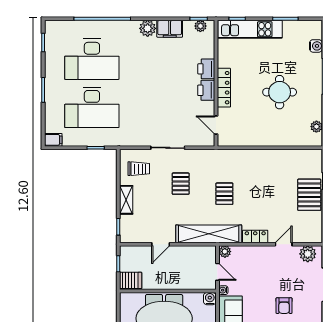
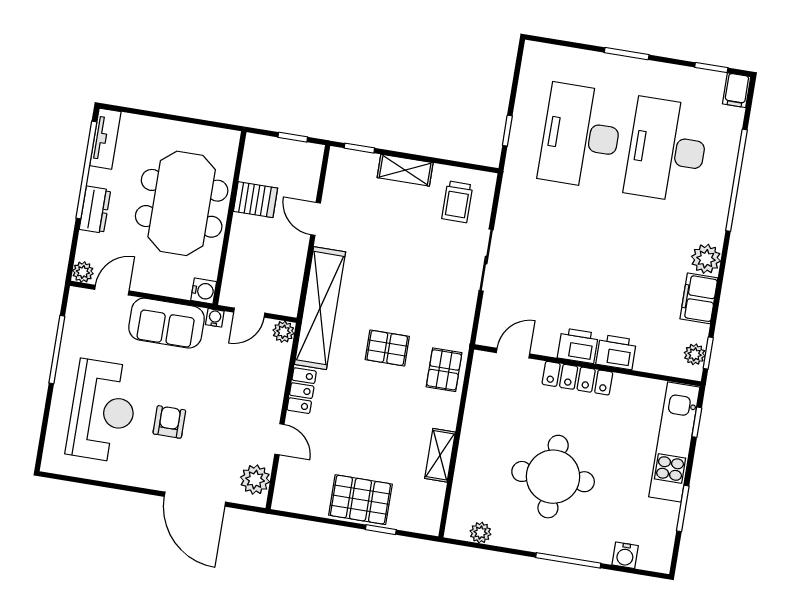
round table: (280, 92) -> (553, 477), width x1.36, depth x1.36
filing cabinet: (53, 140) -> (737, 90), moved
shelving: (278, 155) -> (440, 455), added
pallet: (181, 184) -> (444, 370), moved, turned 90
server rack: (131, 280) -> (256, 200), moved, turned -90
armchair: (284, 306) -> (169, 422), turned 90

